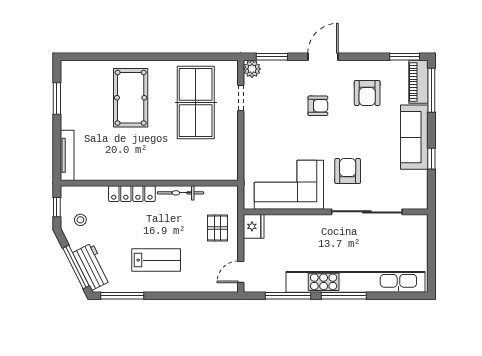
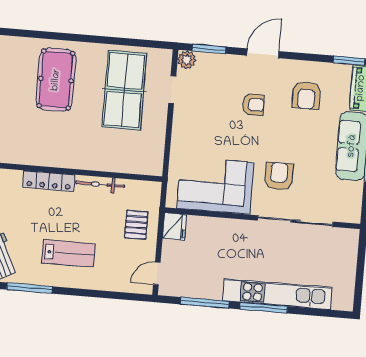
kitchen unit: (355, 282) -> (277, 294), width x0.73

